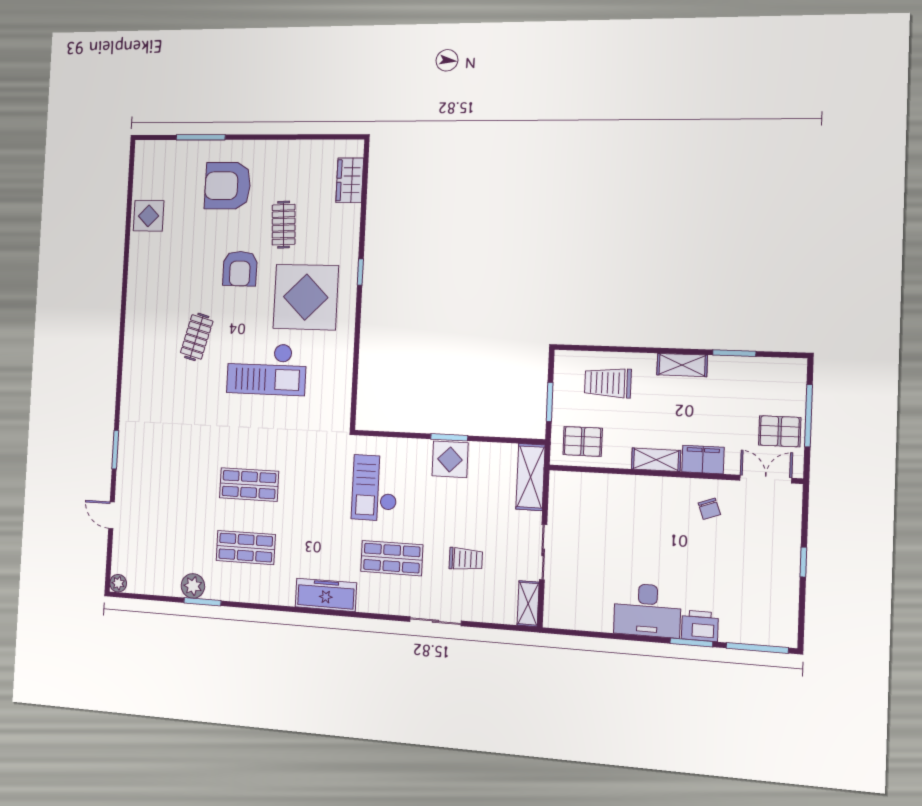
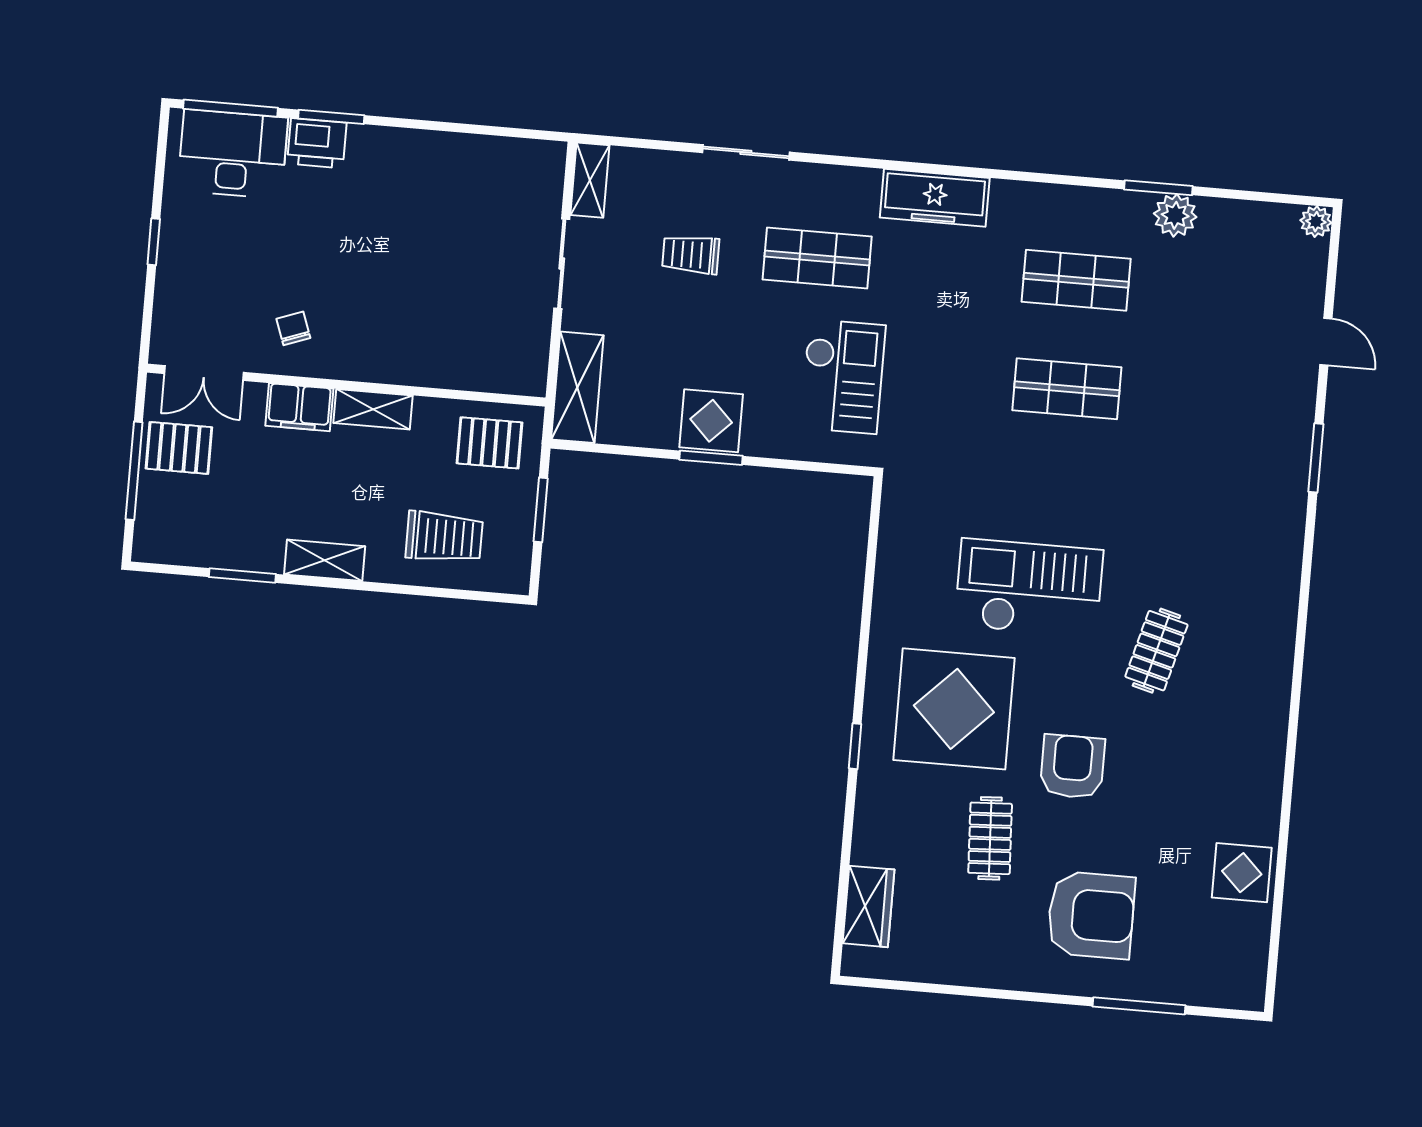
desk: (647, 610) -> (233, 154), moved

